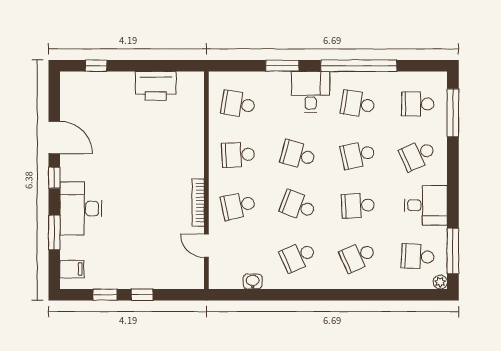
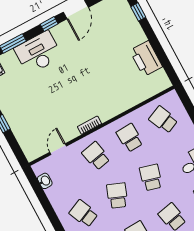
school desk: (238, 104) -> (163, 120), turned -33
bookcase: (198, 202) -> (89, 125), width x0.64
washbasin: (253, 281) -> (45, 181), moved

